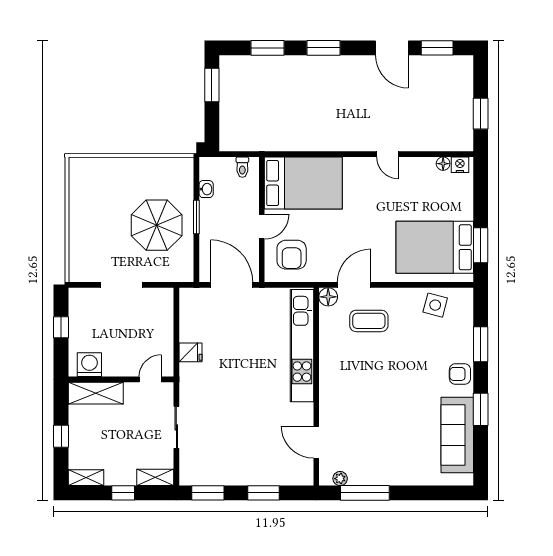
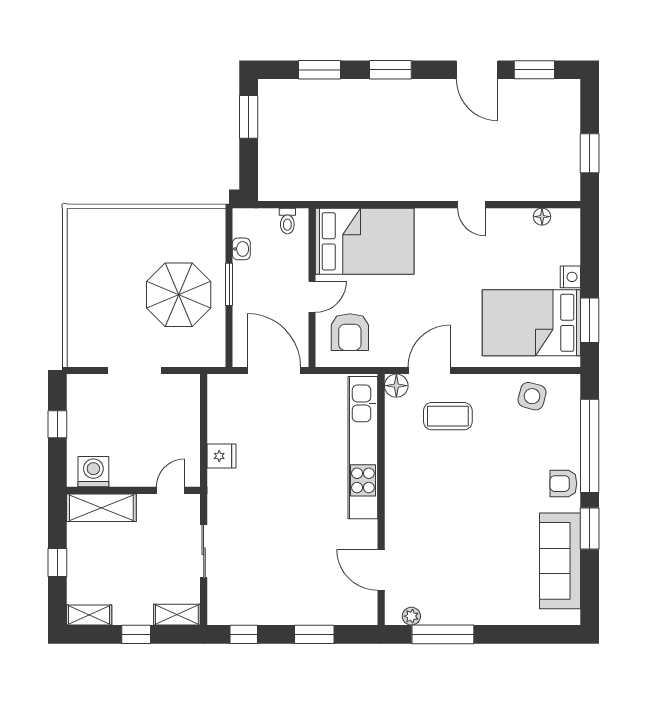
nightstand: (460, 165) -> (570, 277), moved, turned 90
window: (481, 344) -> (590, 446), width x2.11
window: (208, 493) -> (244, 634), width x0.67

